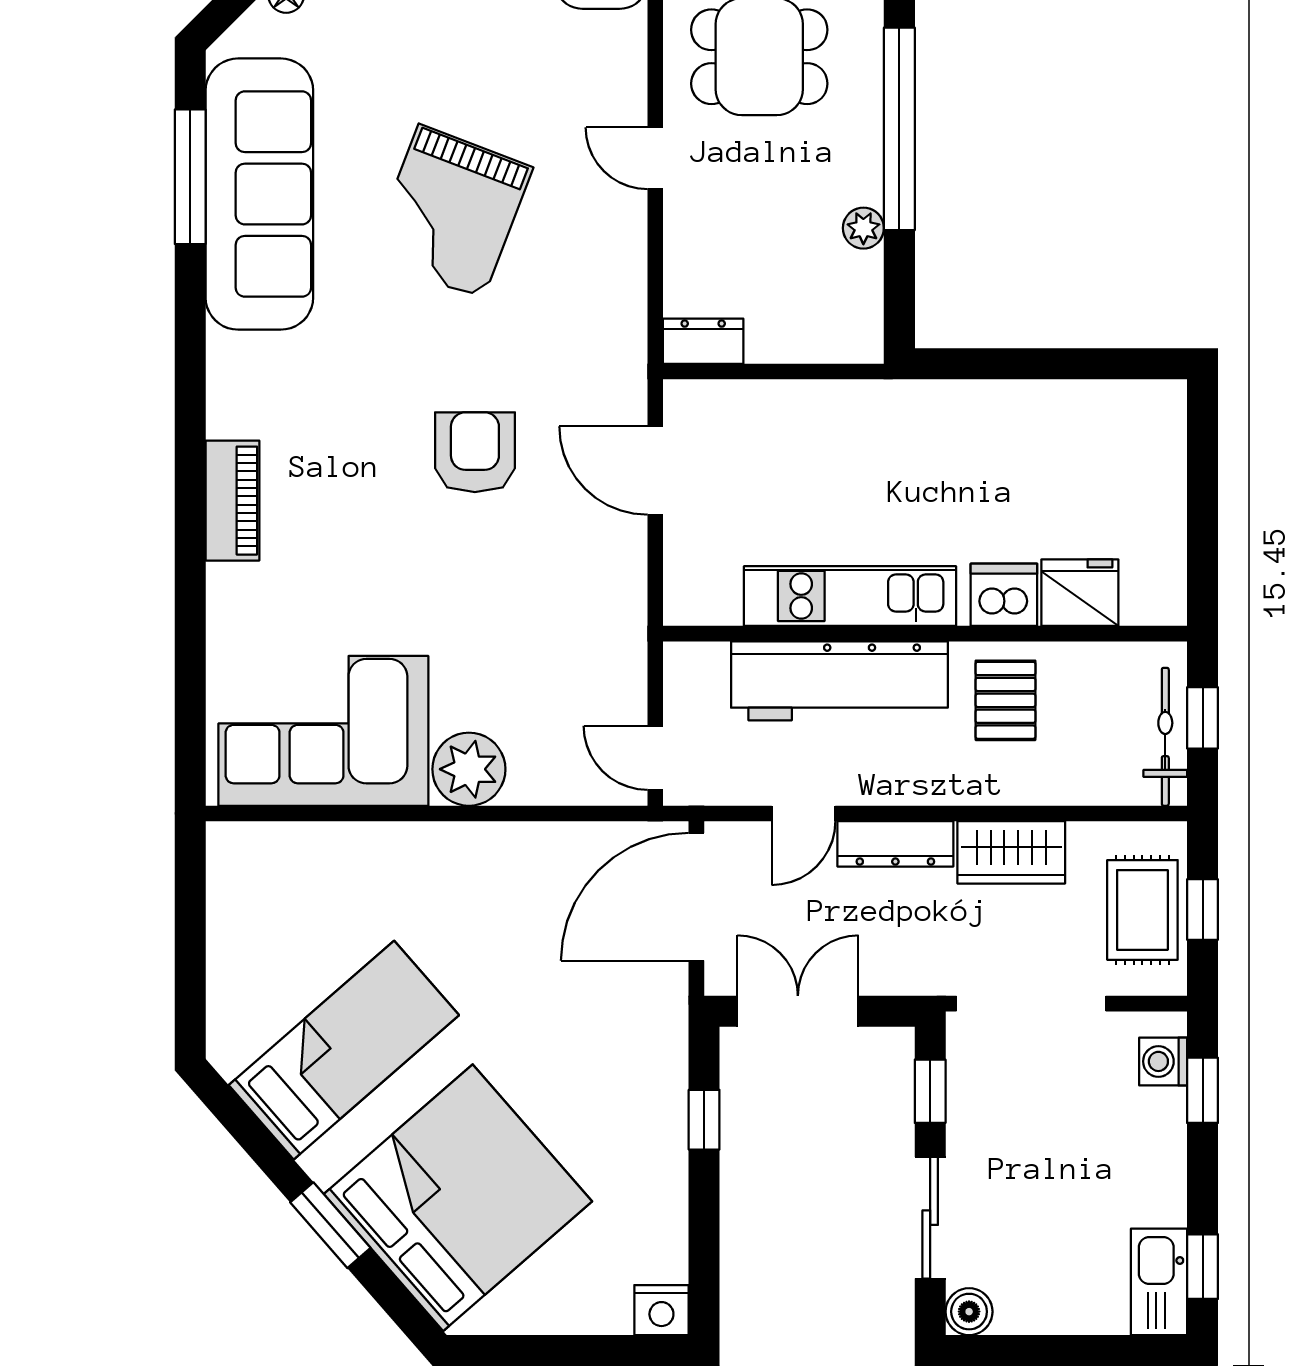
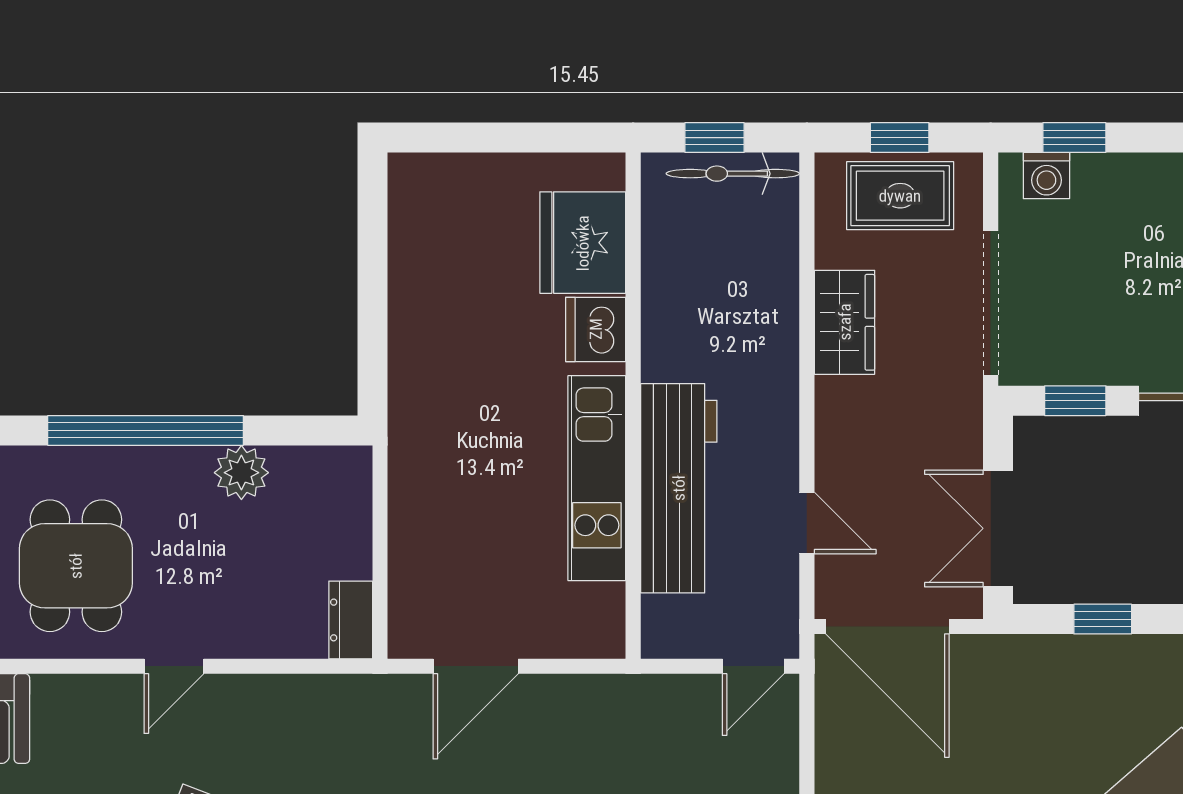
plant: (863, 228) -> (241, 473), width x1.38, depth x1.38
fridge: (1080, 593) -> (583, 243), width x1.36, depth x1.34
pallet: (1005, 700) -> (698, 328), removed
dresser: (895, 844) -> (836, 434), removed

